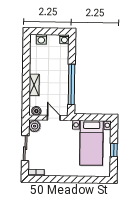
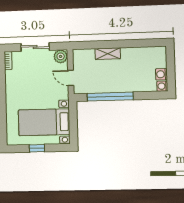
washing machine: (41, 39) -> (161, 74), moved
boiler: (36, 111) -> (78, 58), removed
door: (54, 118) -> (71, 78), swing flipped

